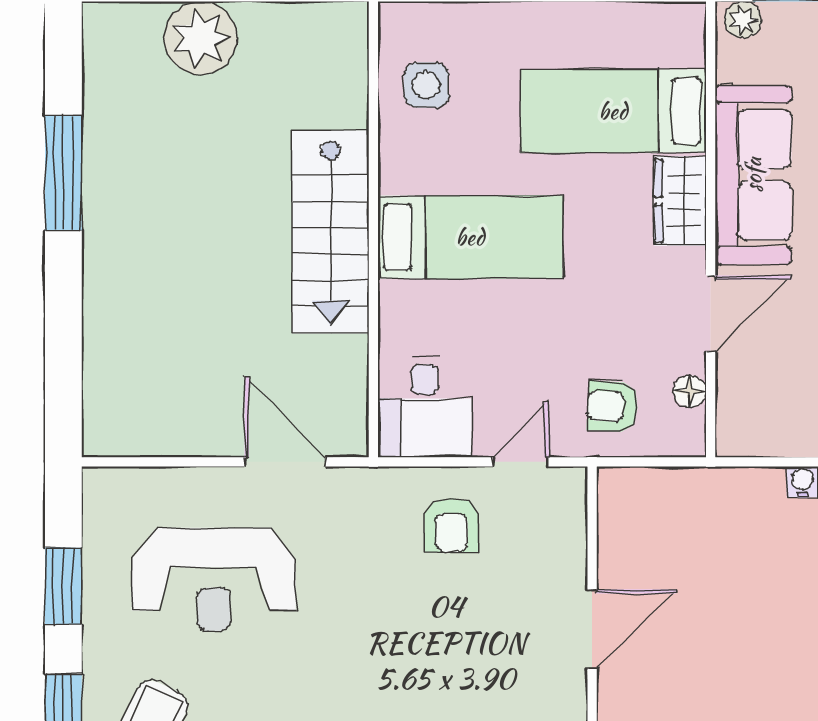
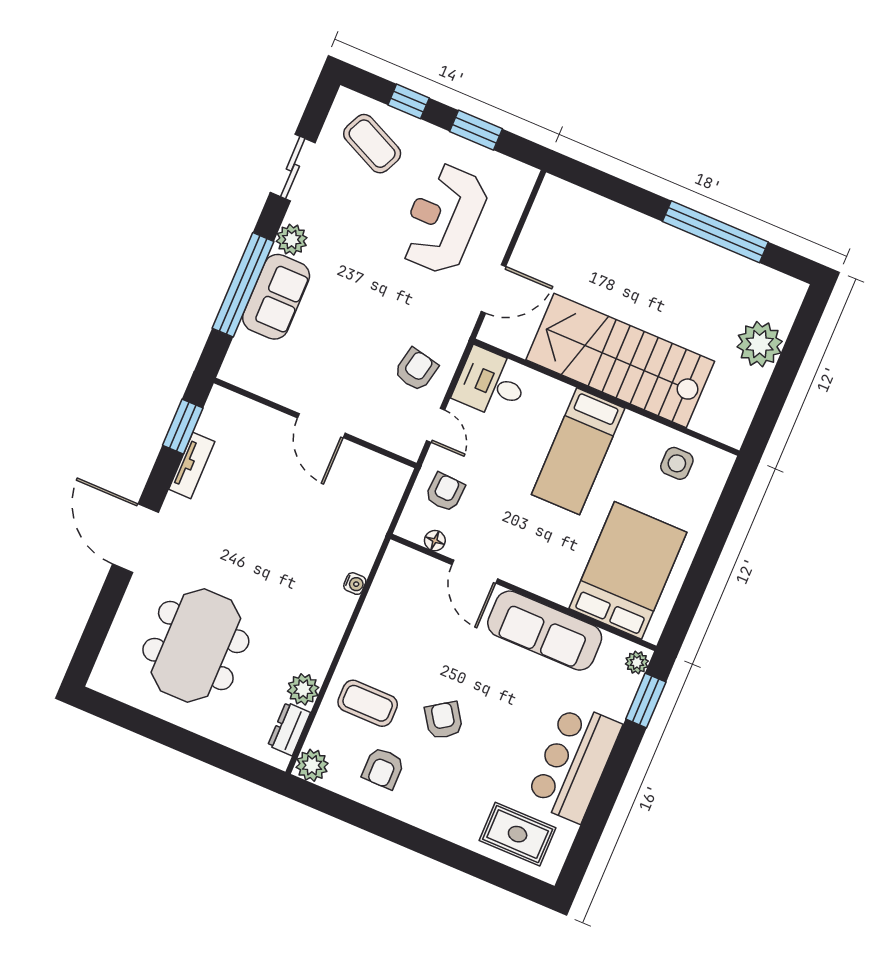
bed: (613, 111) -> (628, 570), width x1.50
window: (63, 173) -> (715, 232), width x1.46
wardrobe: (680, 201) -> (547, 582), removed
stairs: (331, 232) -> (620, 361), width x1.36, depth x1.51
armchair: (451, 525) -> (416, 370), turned 102

